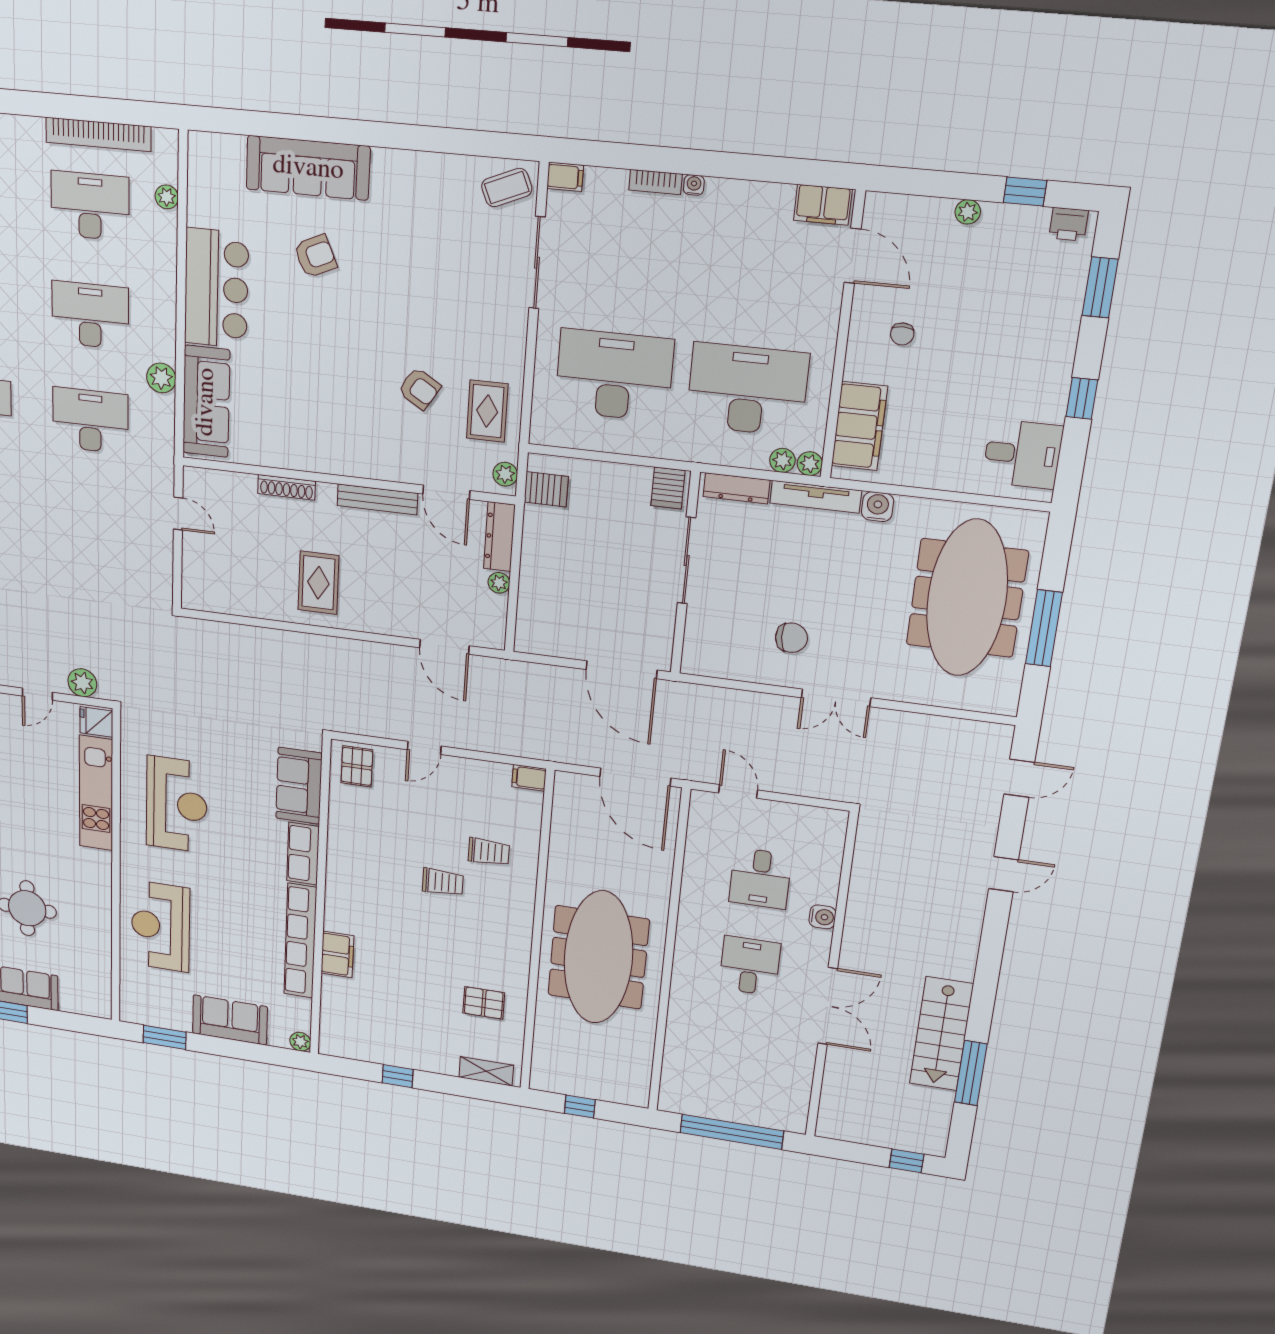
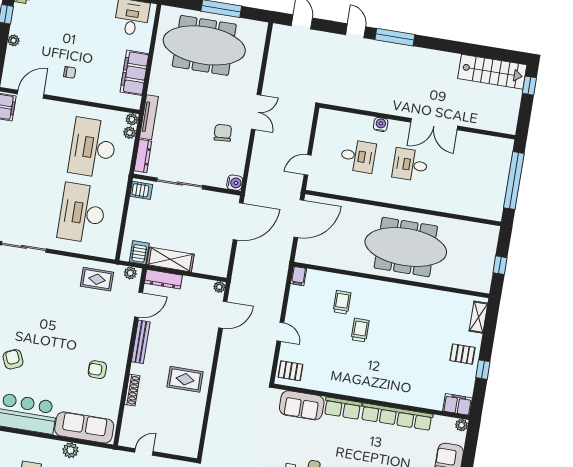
armchair: (419, 389) -> (97, 370), moved, turned -122
filing cabinet: (859, 426) -> (134, 73), moved, turned -90
water cooler: (878, 507) -> (235, 183), moved, turned 180
shelving: (538, 548) -> (170, 259), added
plant: (499, 583) -> (219, 287), moved
filing cabinet: (337, 955) -> (457, 404), moved
pallet: (484, 1003) -> (462, 354), moved, turned 90
double door: (828, 1006) -> (434, 124), swing flipped
stairs: (941, 1034) -> (492, 72), moved
window: (971, 1073) -> (395, 37), moved

